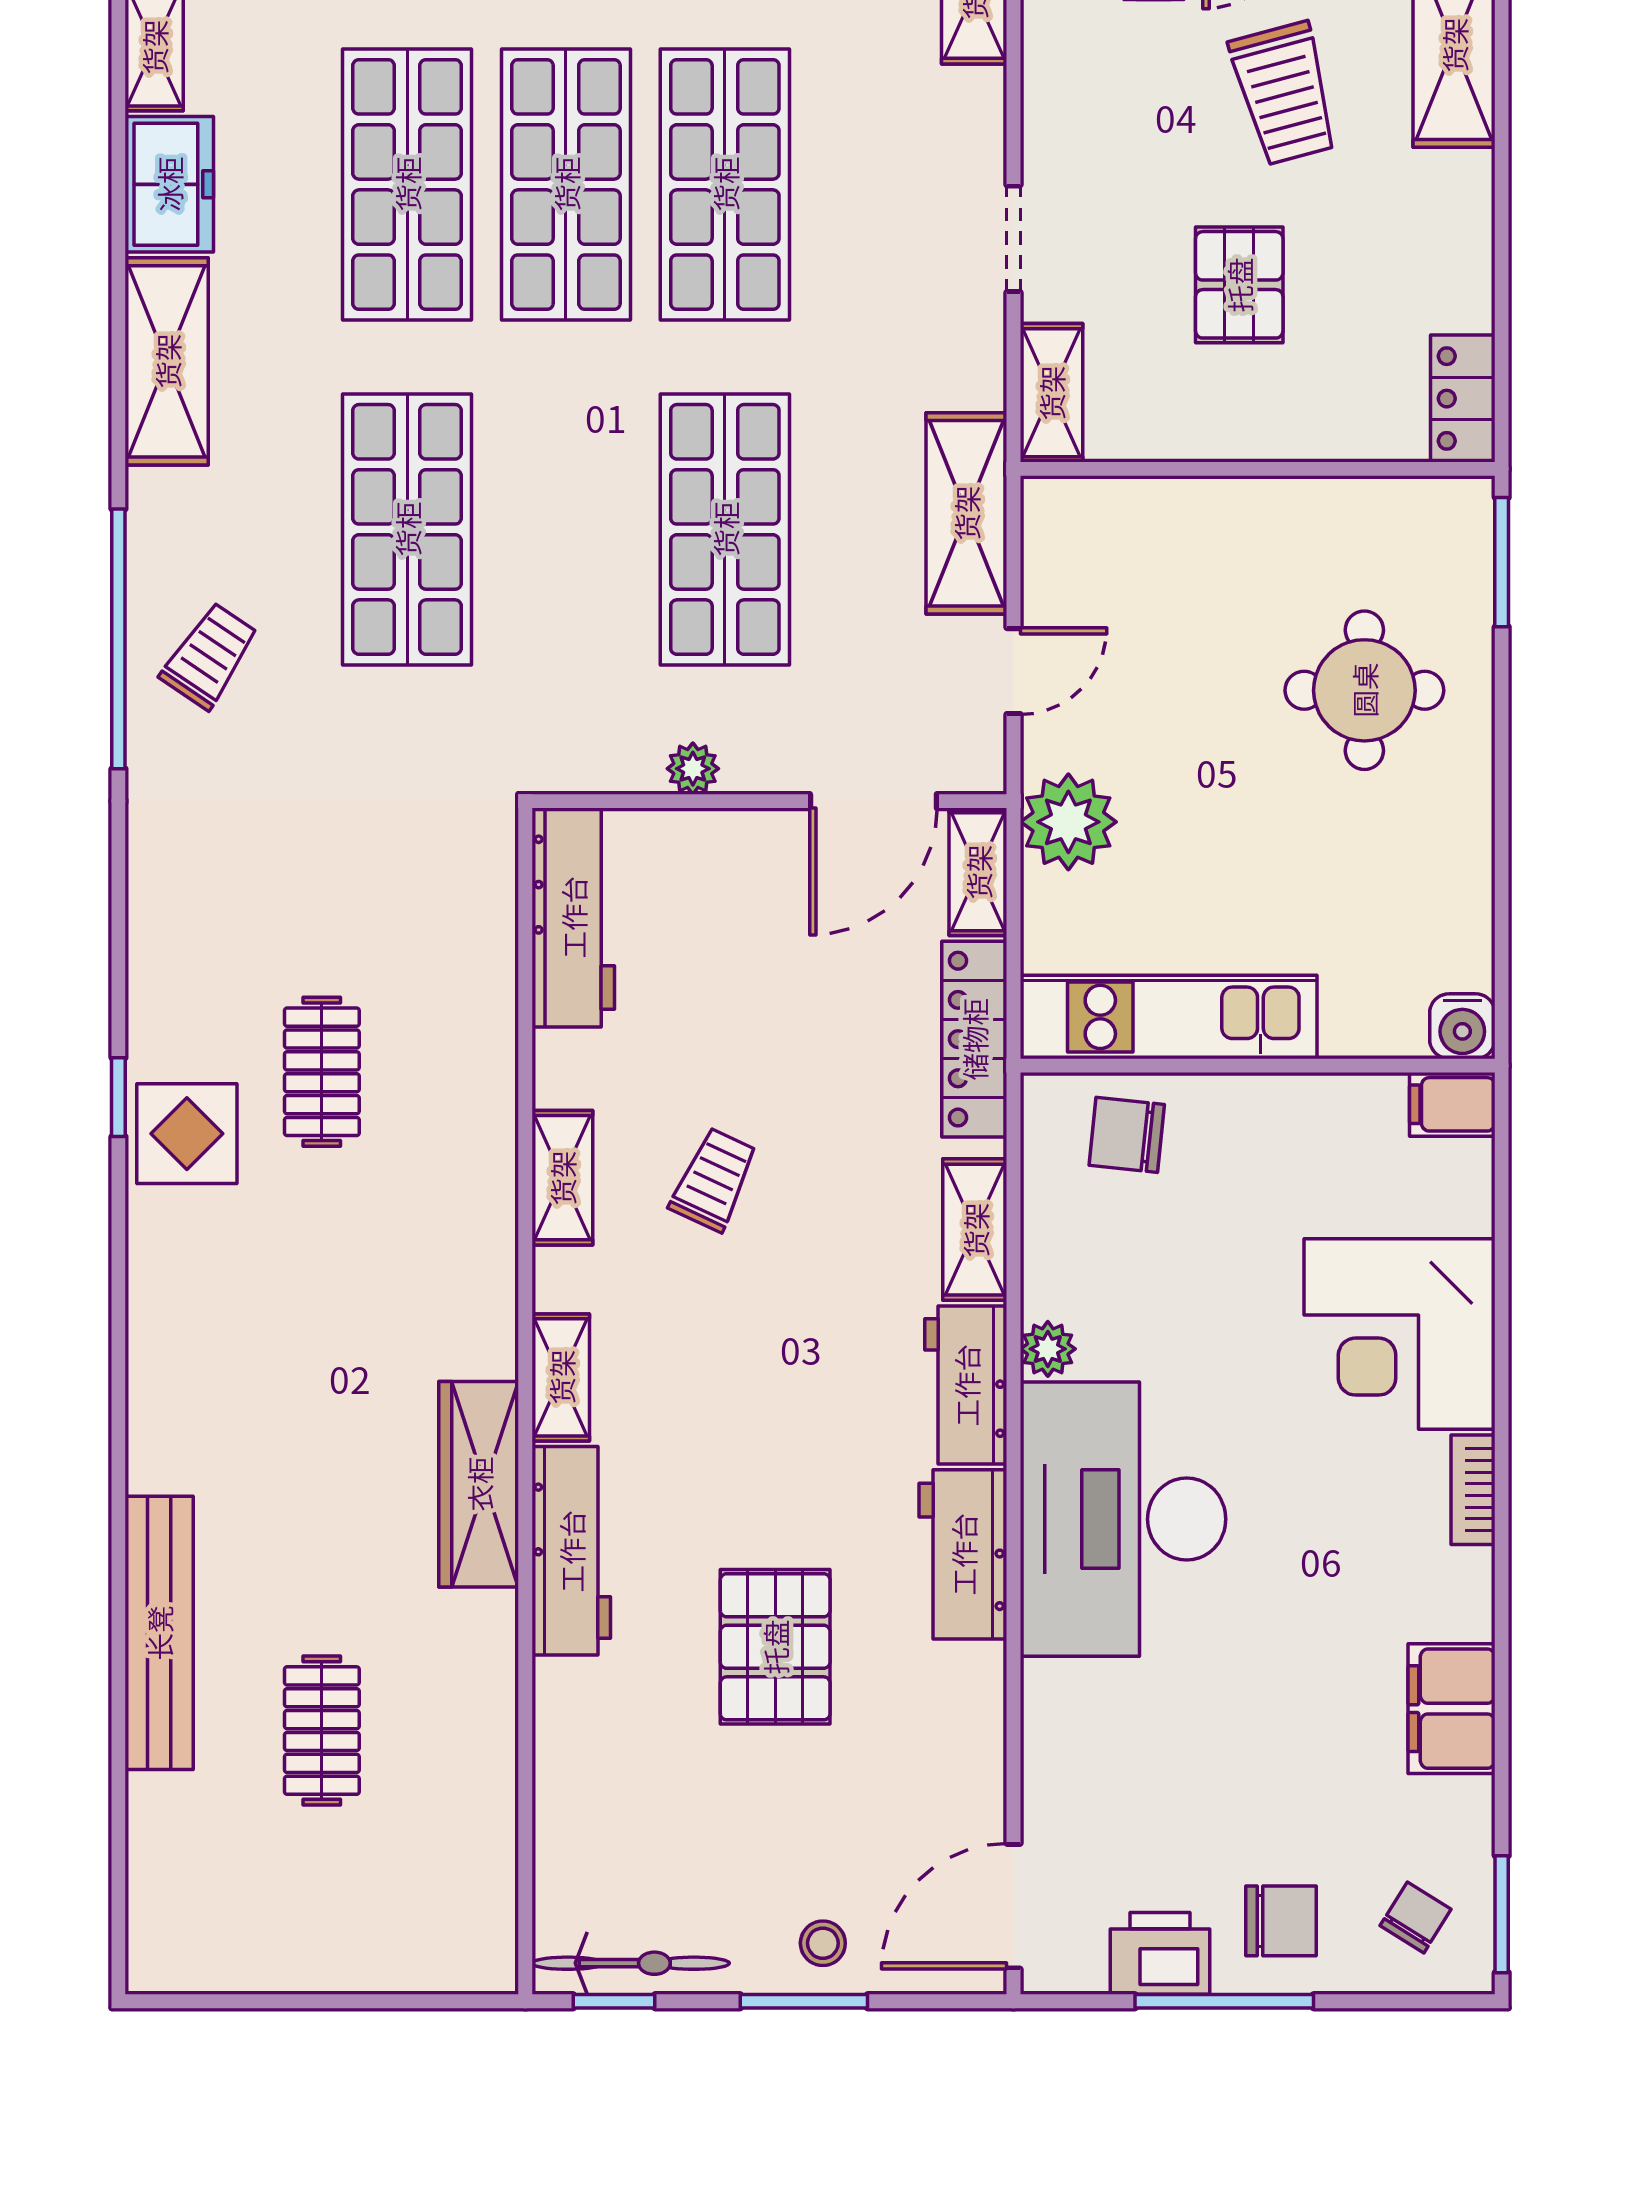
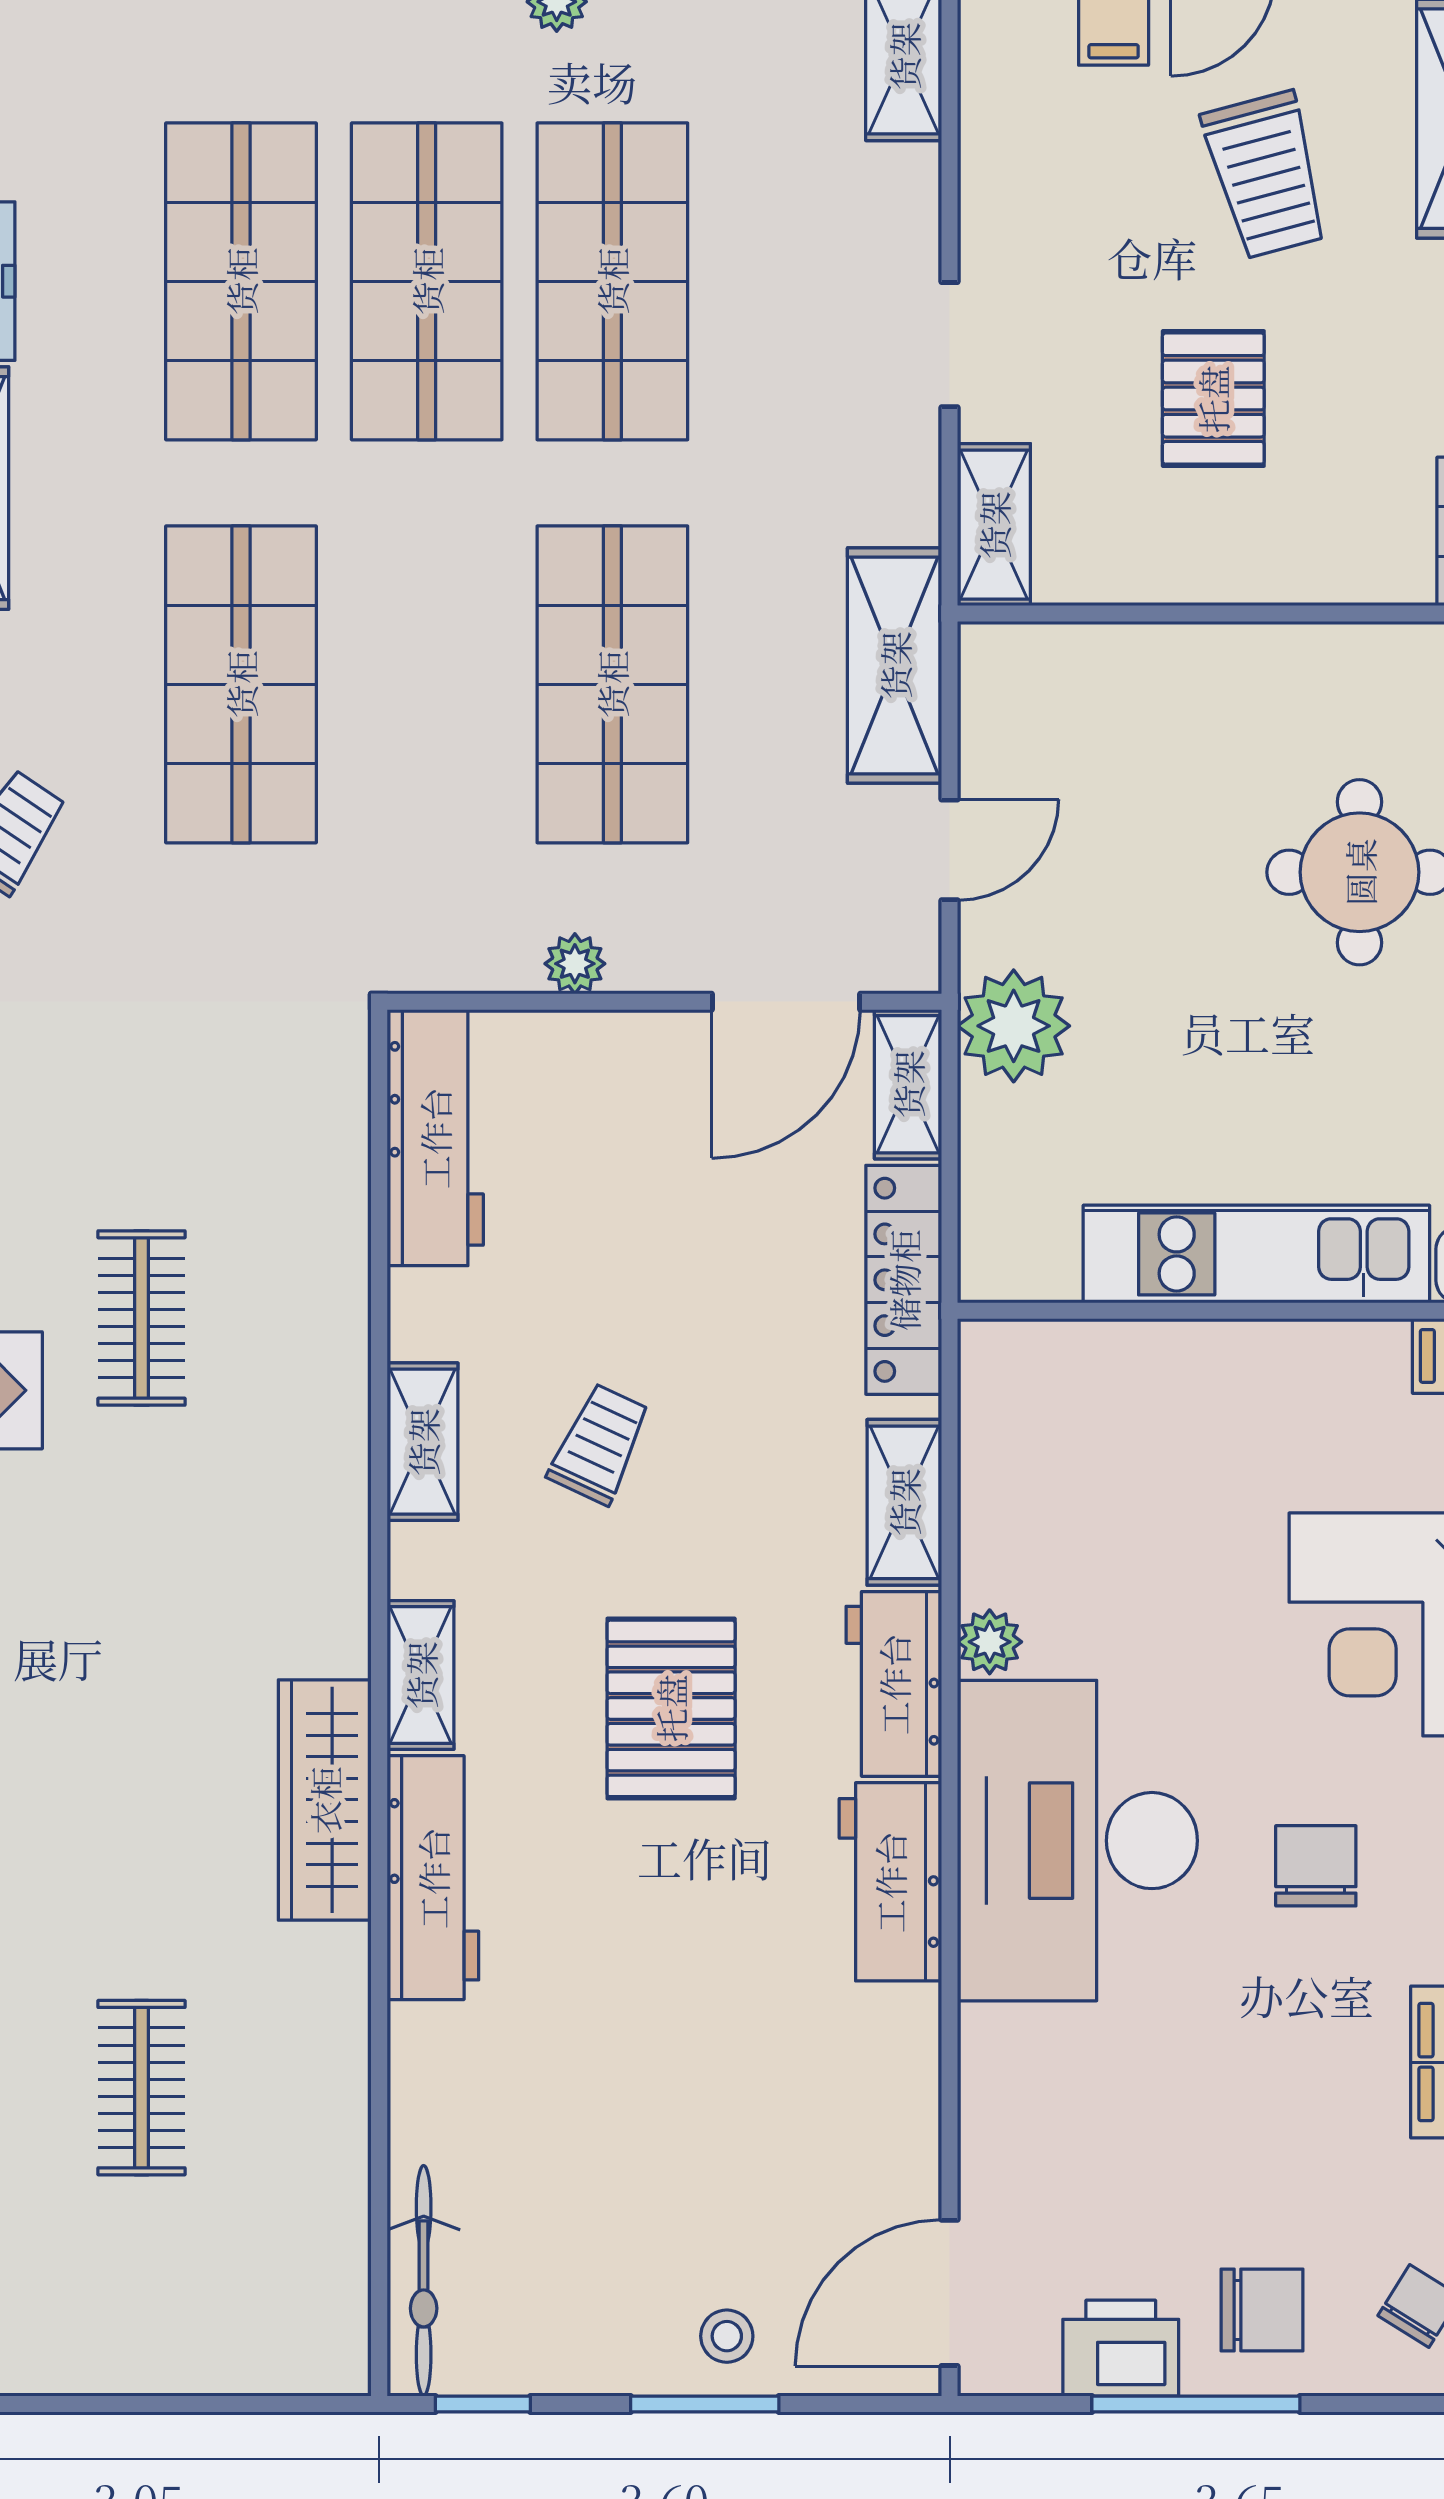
kitchen unit: (1169, 1017) -> (1256, 1254), moved
chair: (1127, 1135) -> (1316, 1866), moved, turned 84
pallet: (775, 1647) -> (671, 1708), moved
bicycle: (631, 1963) -> (424, 2281), moved, turned 90

